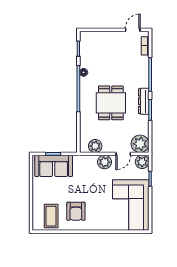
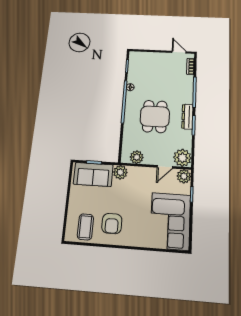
door: (133, 30) -> (179, 52), hinge flipped
plant: (105, 162) -> (120, 172), moved

